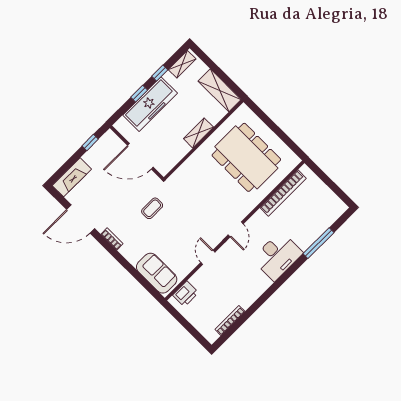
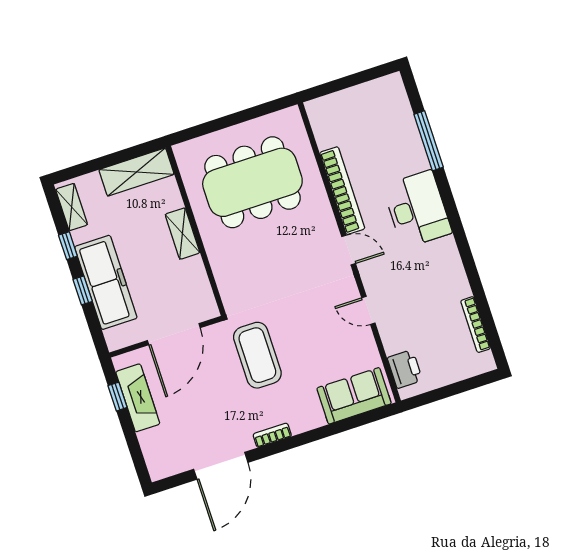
fireplace: (72, 177) -> (138, 398), moved
bookcase: (283, 193) -> (342, 191), moved
coffee table: (152, 208) -> (257, 355), width x1.86, depth x1.72

